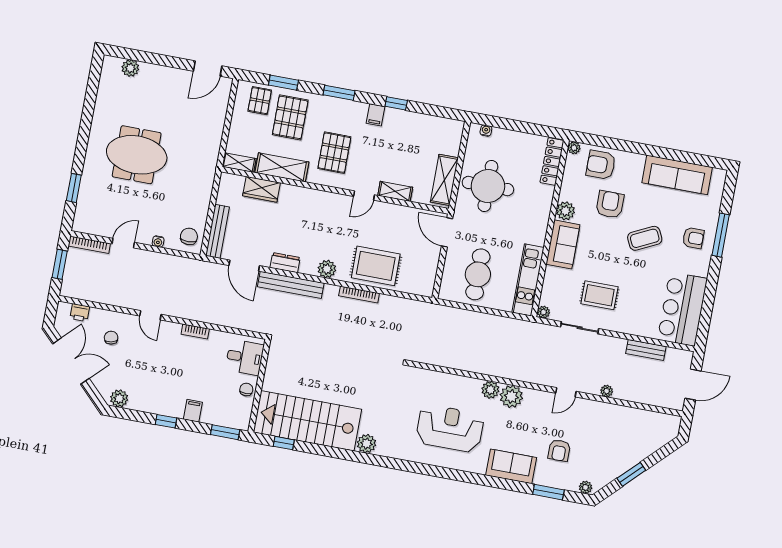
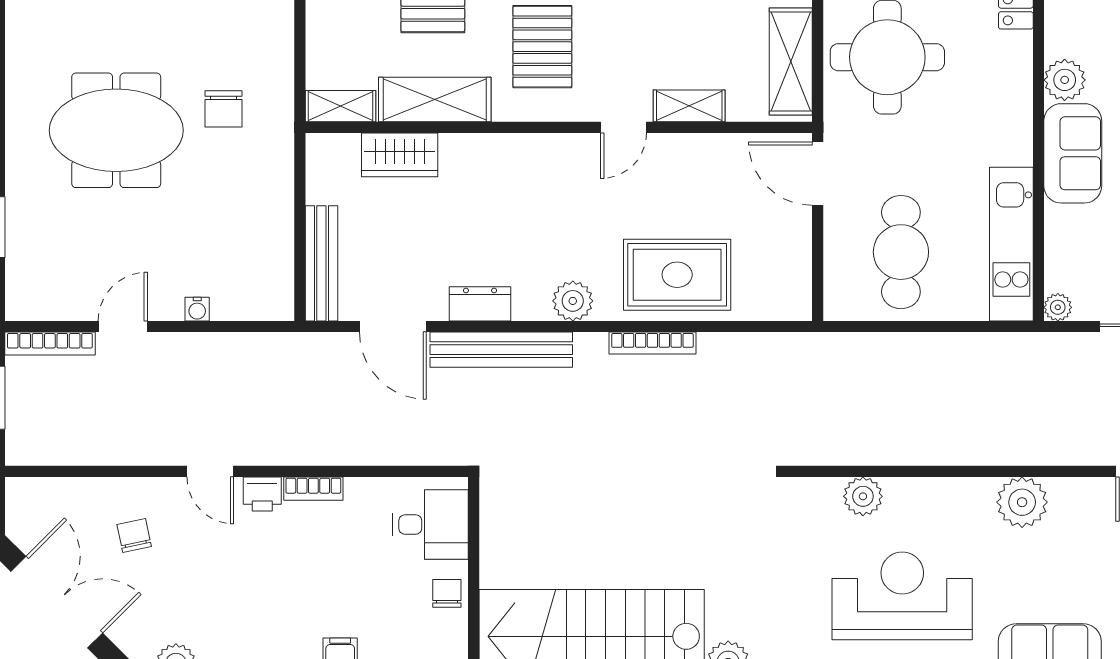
chair: (189, 236) -> (224, 109), moved, turned 180
printer: (80, 313) -> (262, 494), moved
plant: (490, 390) -> (863, 496), moved

